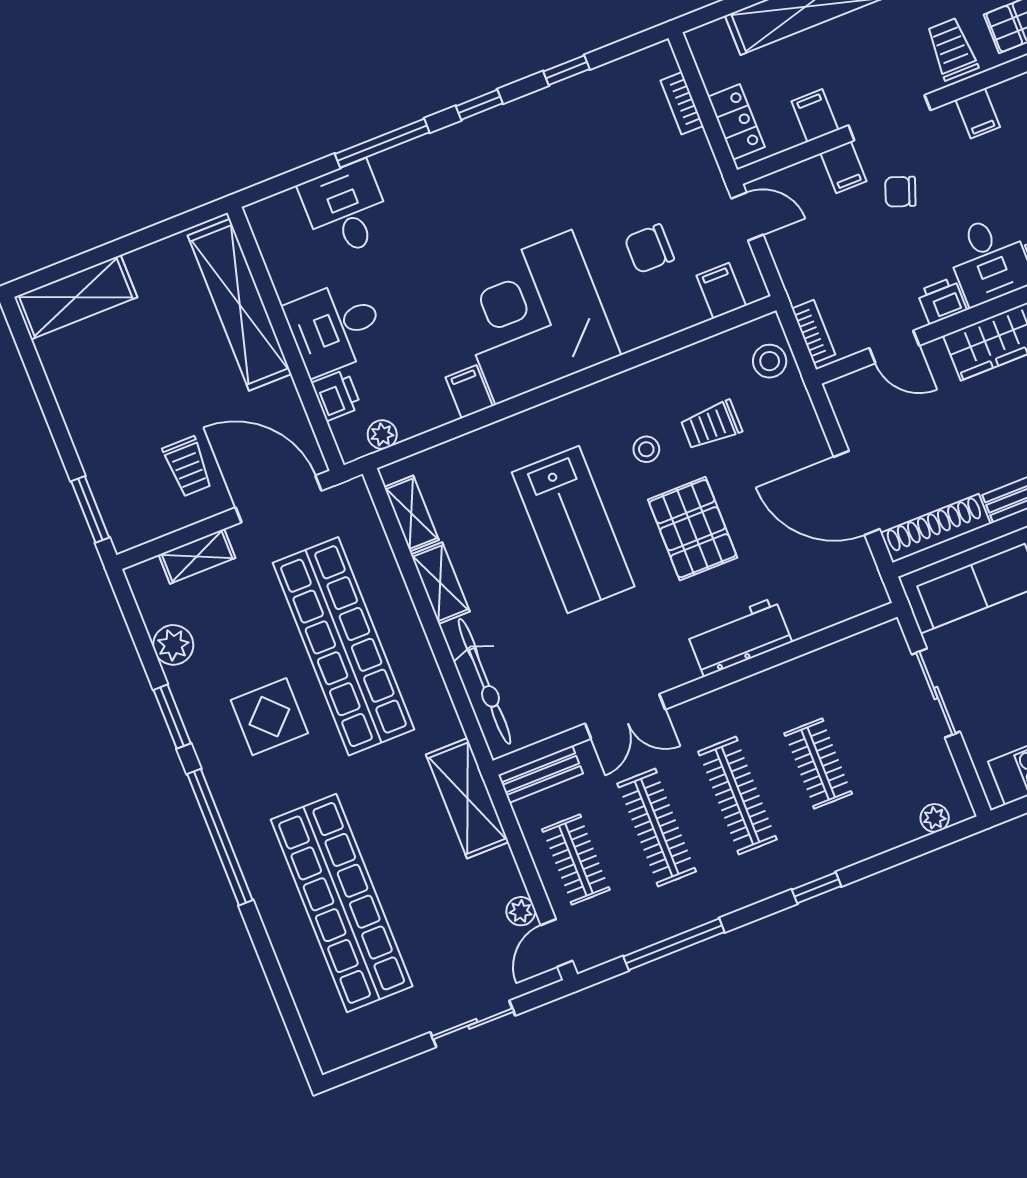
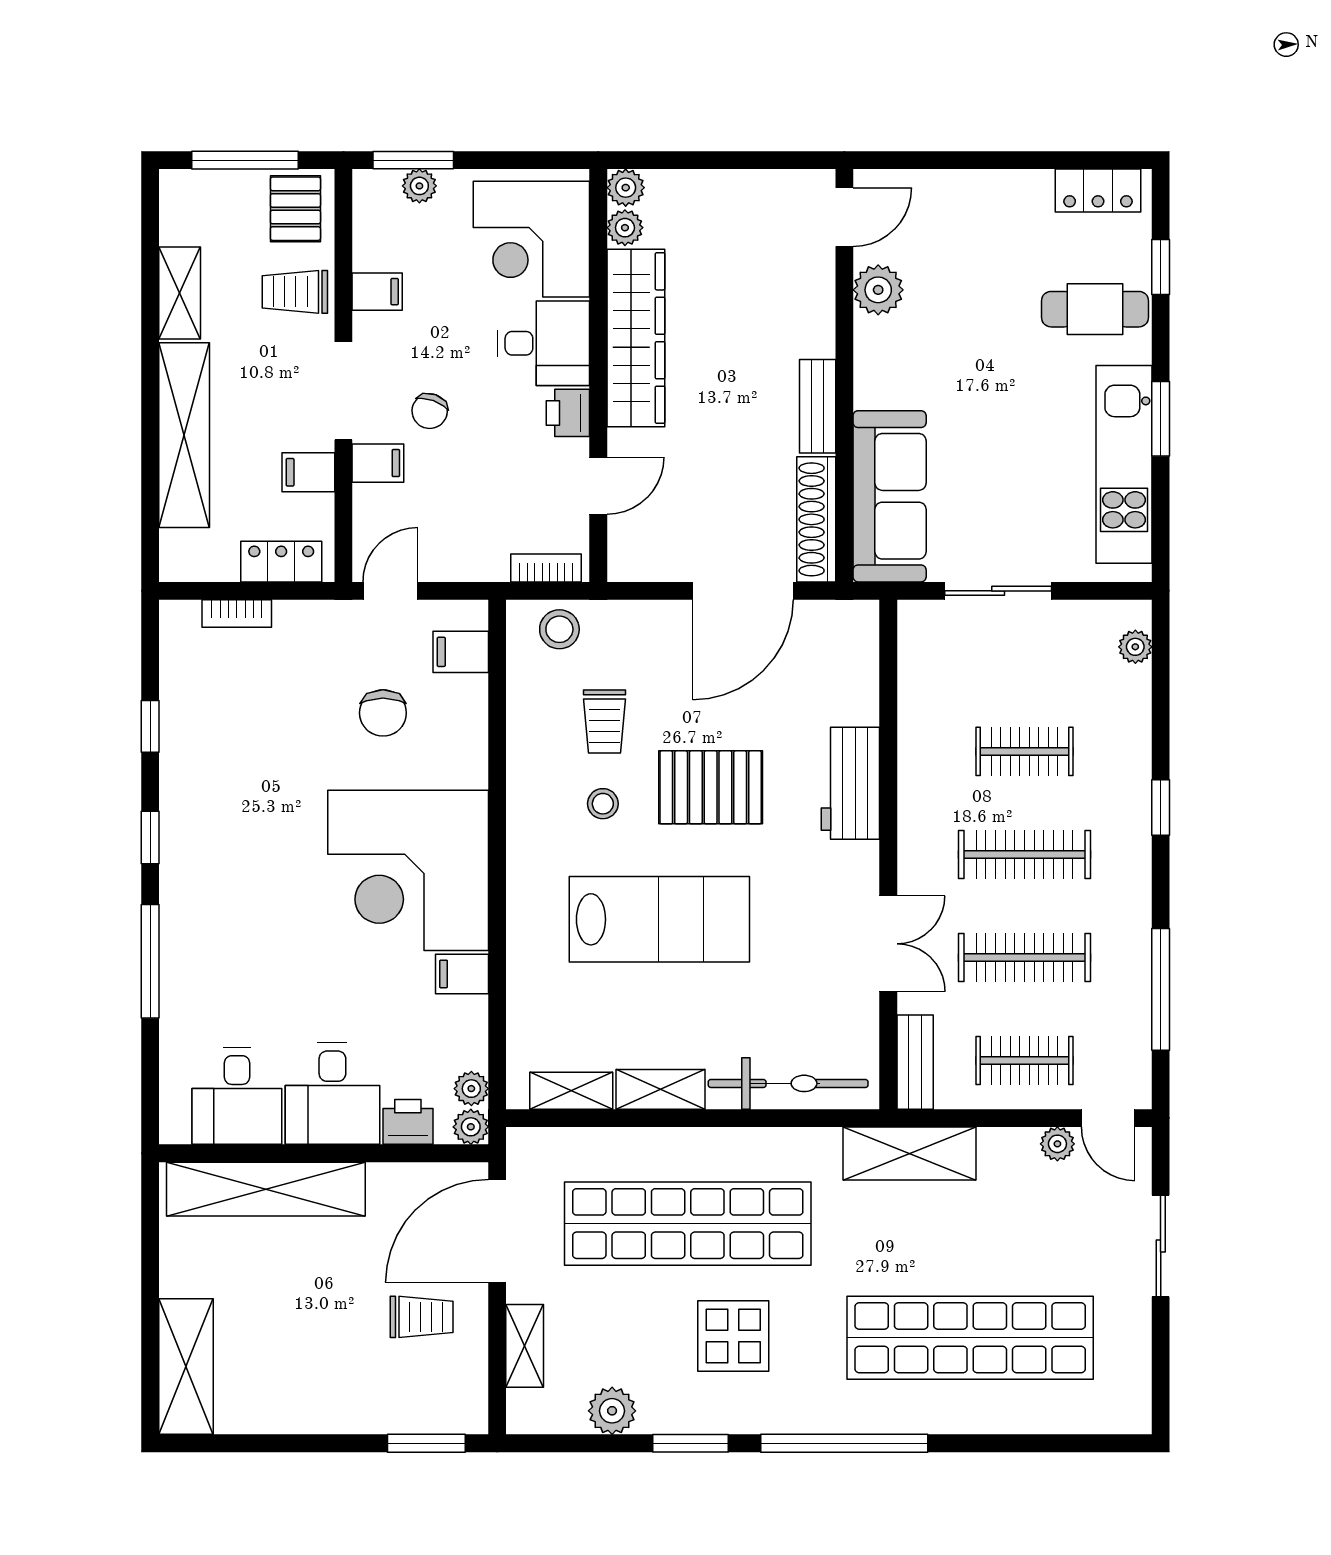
desk: (346, 209) -> (237, 1096), moved, turned -90
plant: (352, 446) -> (471, 1127), added

